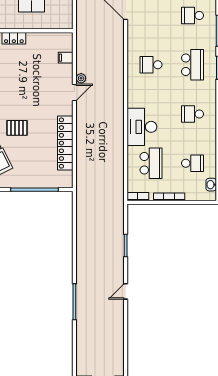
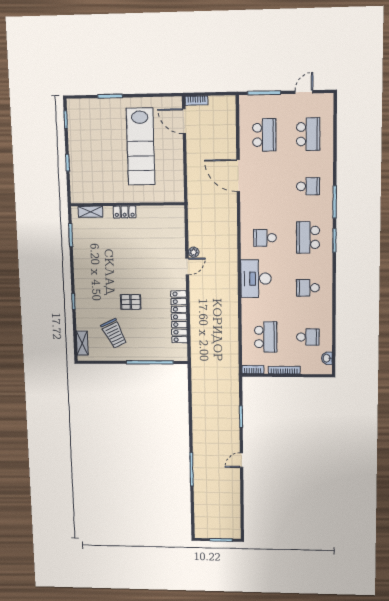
school desk: (193, 15) -> (308, 186), turned 180
filing cabinet: (66, 58) -> (177, 231), removed
school desk: (193, 65) -> (308, 237), turned 180
desk: (142, 127) -> (256, 279), moved

